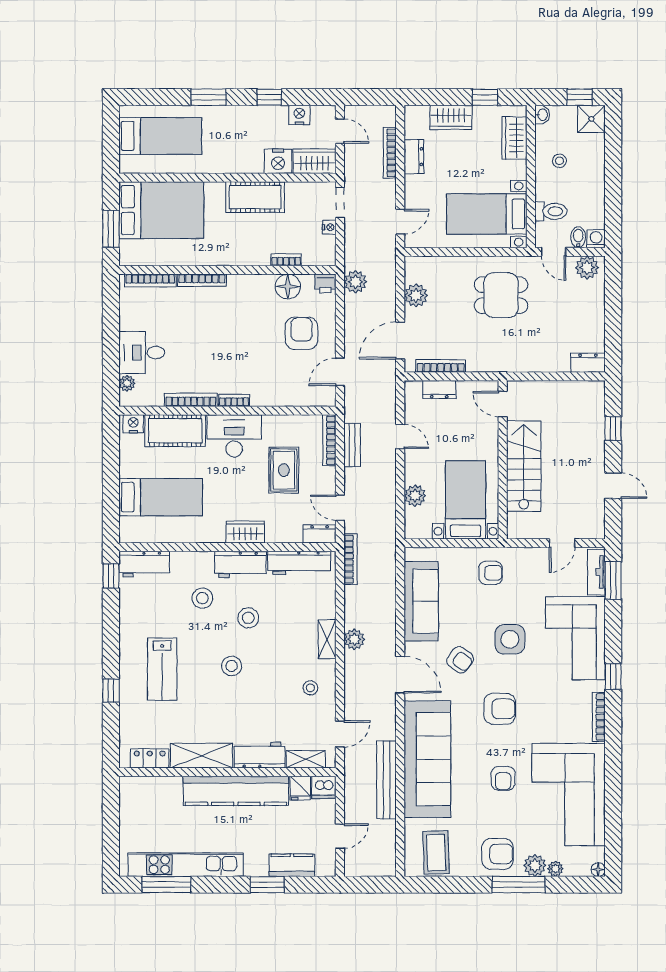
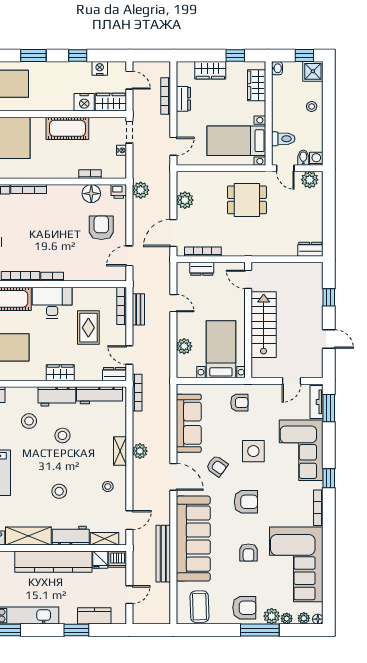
stool: (559, 161) -> (312, 107), moved
stool: (232, 666) -> (59, 491), moved
plant: (579, 868) -> (304, 618), added

